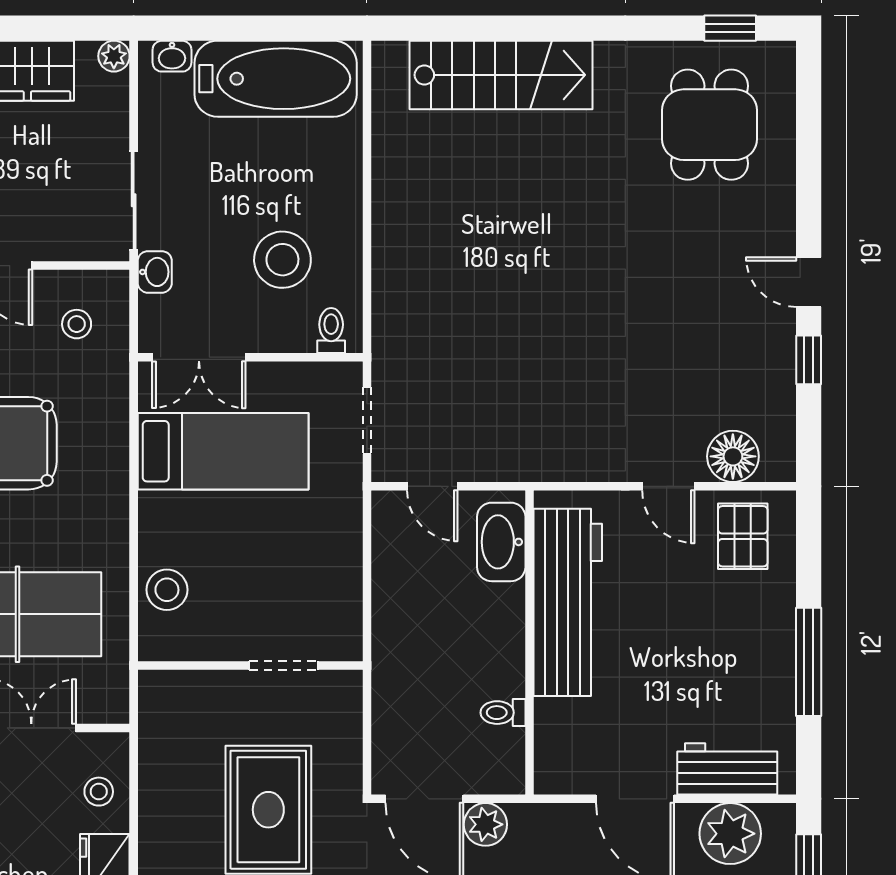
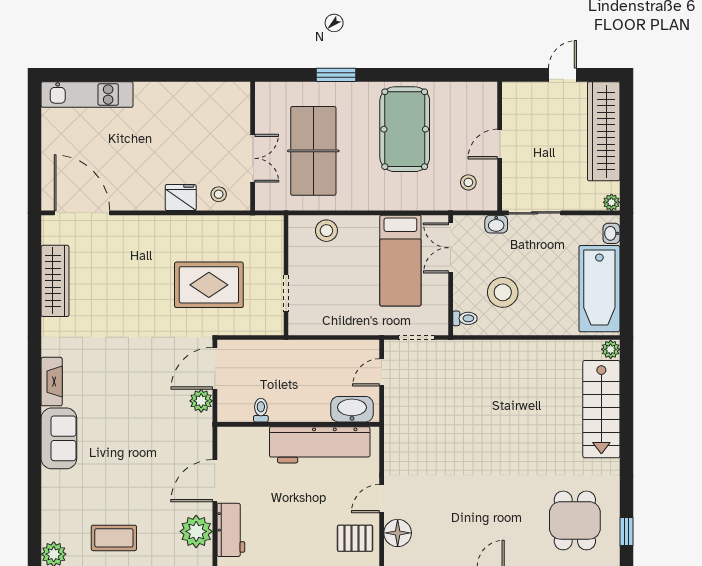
plant: (389, 58) -> (611, 349), added
dining table: (709, 125) -> (575, 520), turned 90

